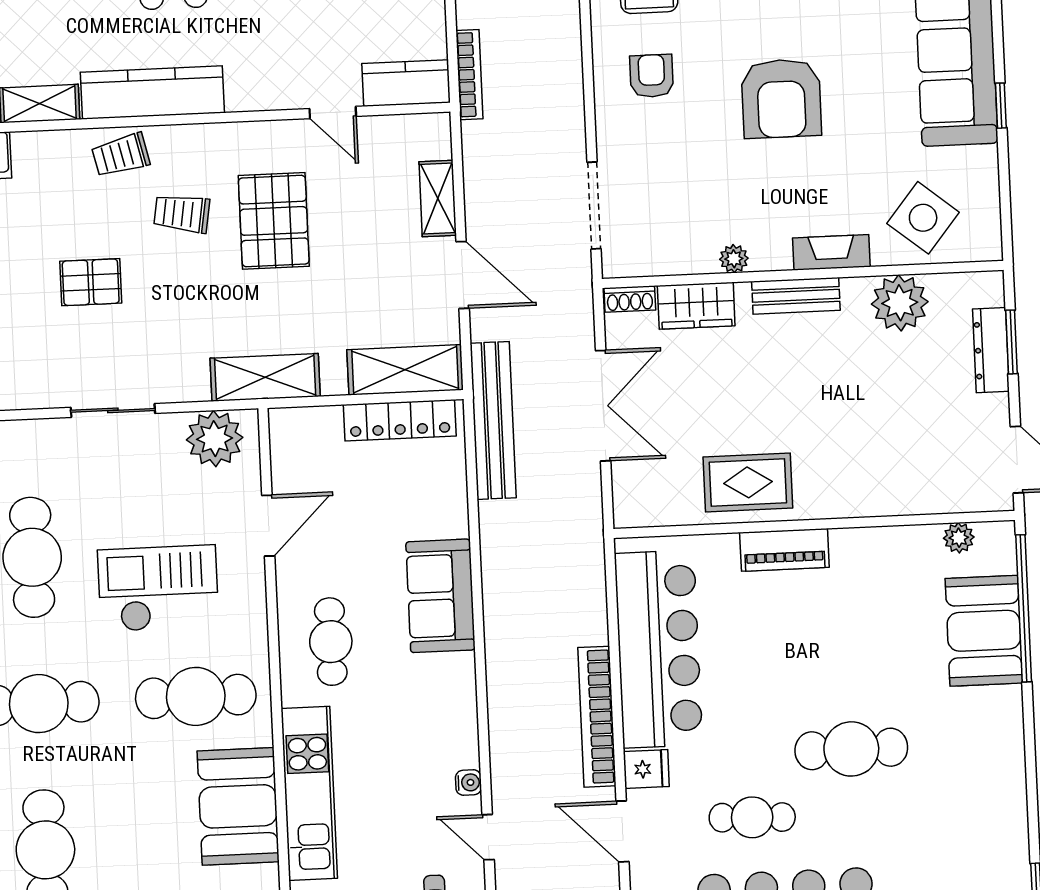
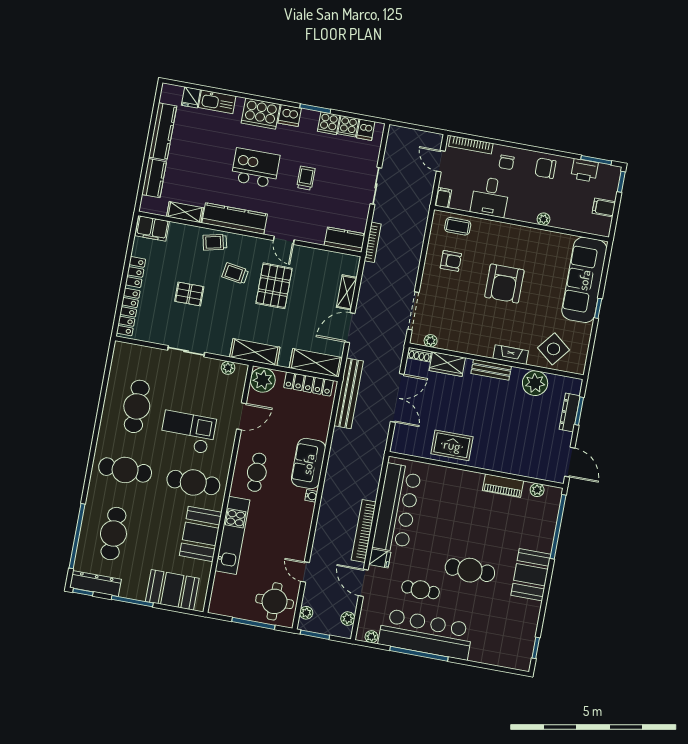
armchair: (652, 76) -> (451, 261), turned 90
door: (333, 113) -> (284, 240), moved
plant: (734, 259) -> (431, 341), moved
door: (463, 275) -> (350, 328), swing flipped
plant: (297, 435) -> (263, 380), added
plant: (215, 439) -> (228, 368), width x0.53, depth x0.53
piano: (784, 550) -> (503, 486), moved
booth: (984, 631) -> (531, 575), moved
water cooler: (468, 783) -> (311, 496), moved

